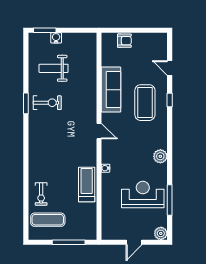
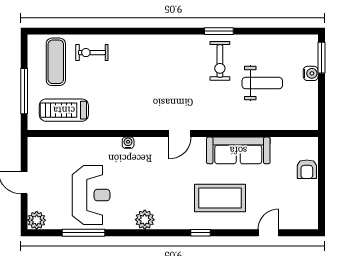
weight bench: (54, 68) -> (262, 83), moved, turned 90
window: (170, 100) -> (200, 233), moved
treadmill: (87, 184) -> (64, 110), moved, turned 180

